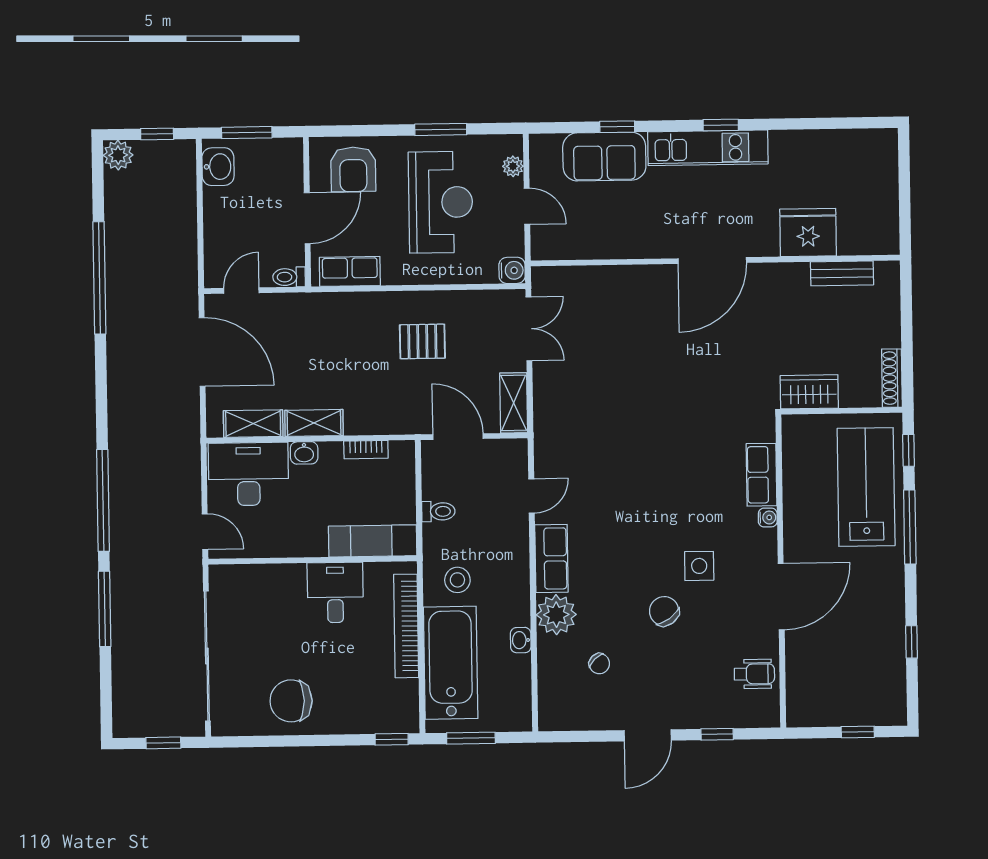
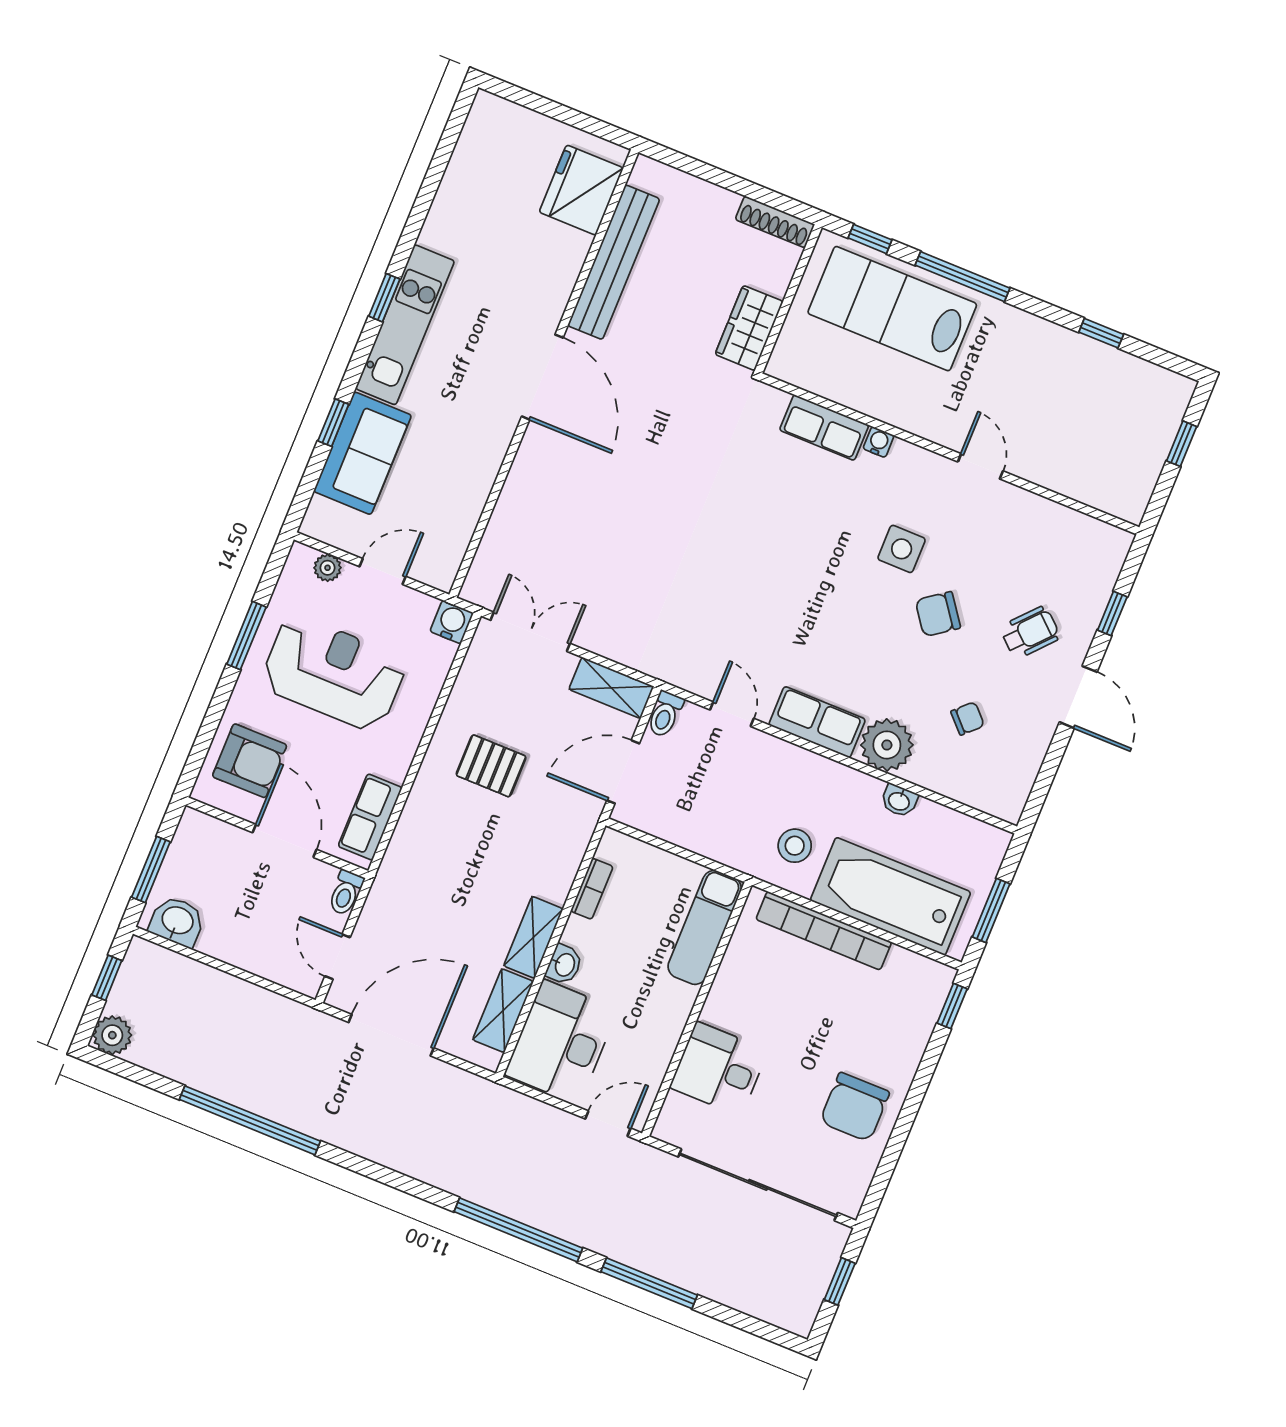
fridge: (808, 232) -> (581, 190), moved
bench: (842, 273) -> (614, 262), width x1.86, depth x1.21
pallet: (422, 341) -> (491, 766), turned 90
toilet: (438, 511) -> (665, 714), moved, turned 180
desk: (335, 593) -> (719, 1069), moved
door: (781, 597) -> (980, 466), width x0.53
wheelchair: (754, 674) -> (1030, 632), moved, turned 42

